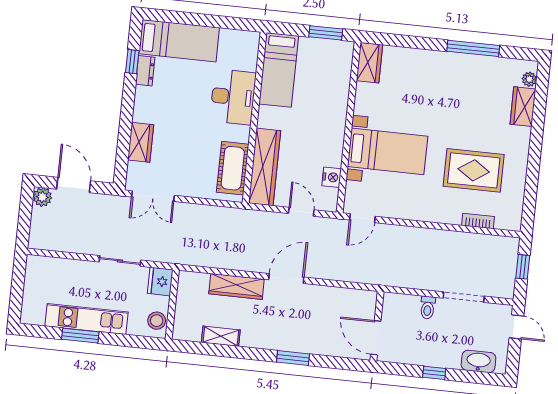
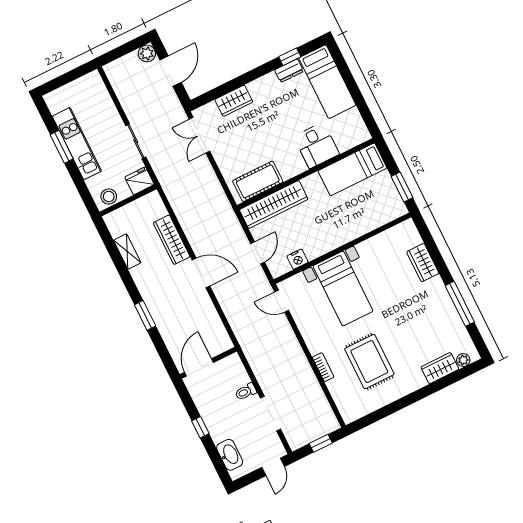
wardrobe: (369, 63) -> (423, 263), moved, turned 90
desk: (233, 97) -> (316, 145), width x0.73
bookcase: (478, 221) -> (323, 367), moved

